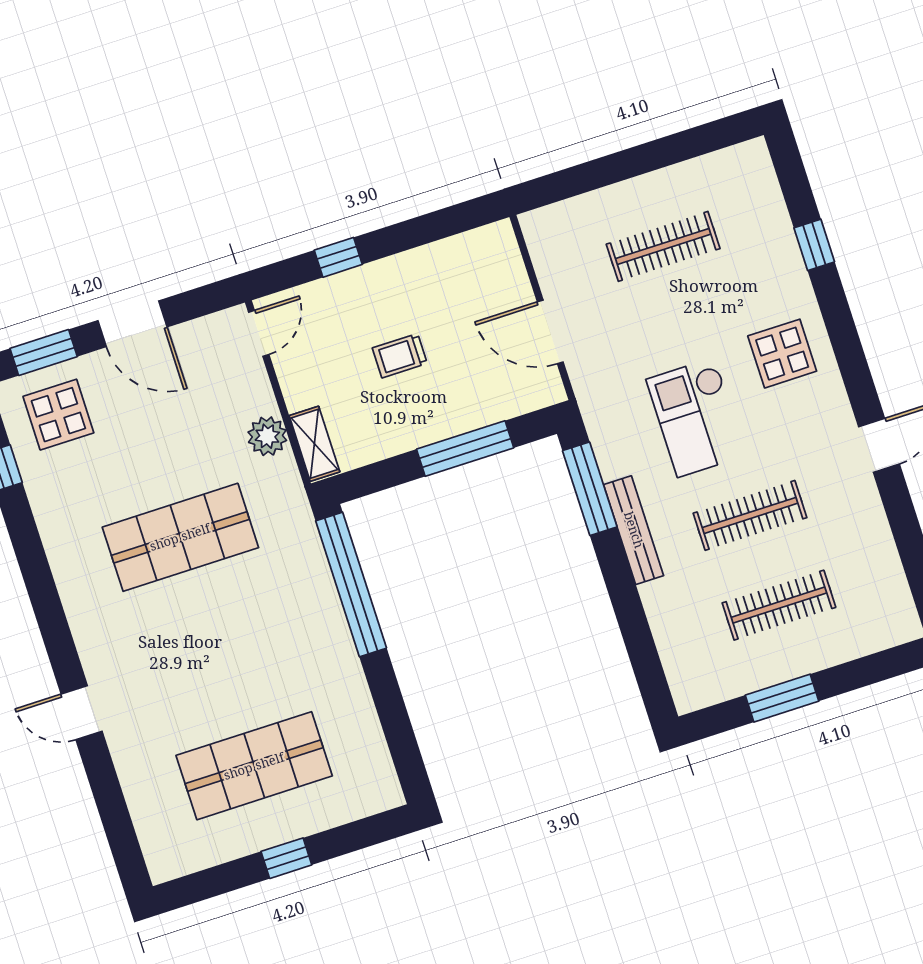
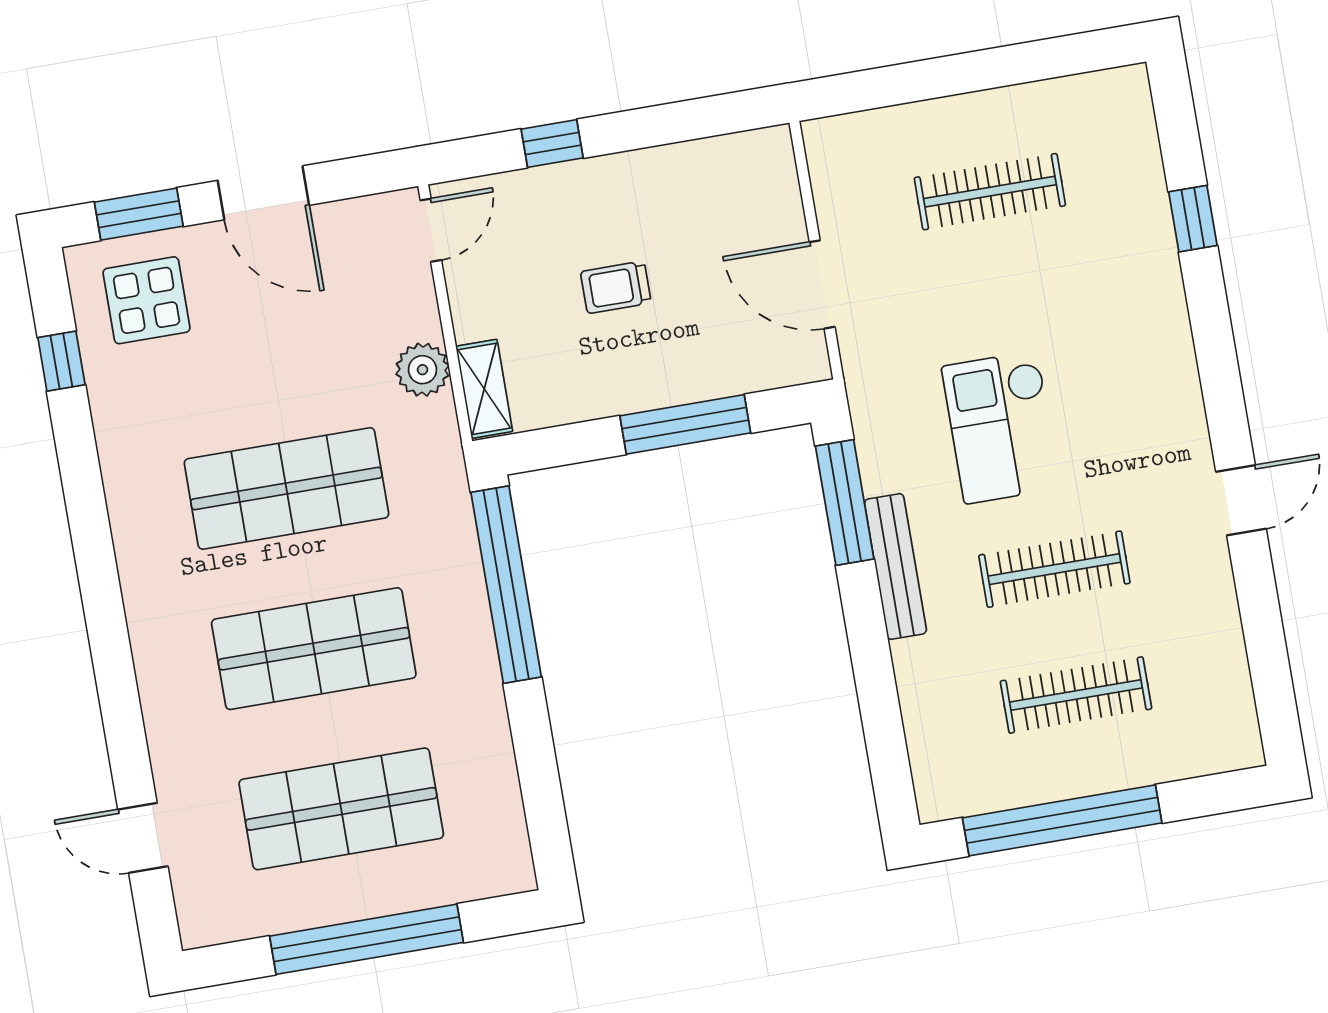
display table: (782, 354) -> (1129, 358), removed
shop shelf: (217, 651) -> (314, 649), added
window: (782, 698) -> (1062, 820), width x2.11
door: (82, 713) -> (143, 838), moved
window: (286, 858) -> (366, 939), width x3.17

